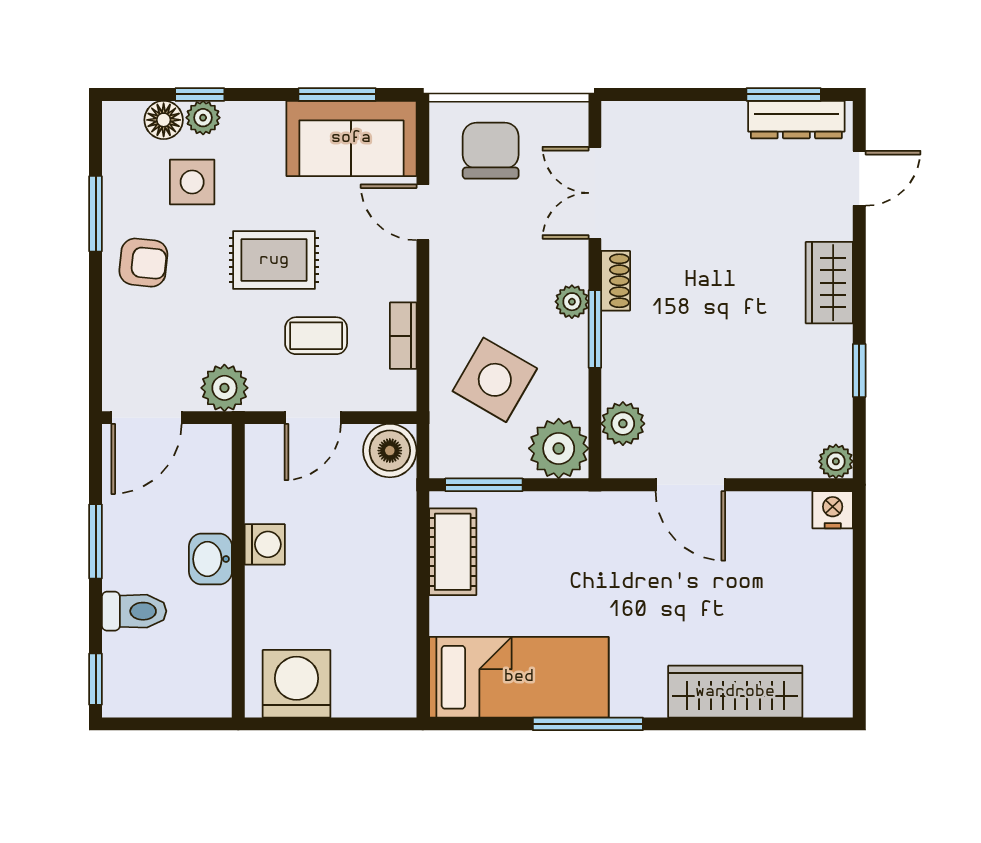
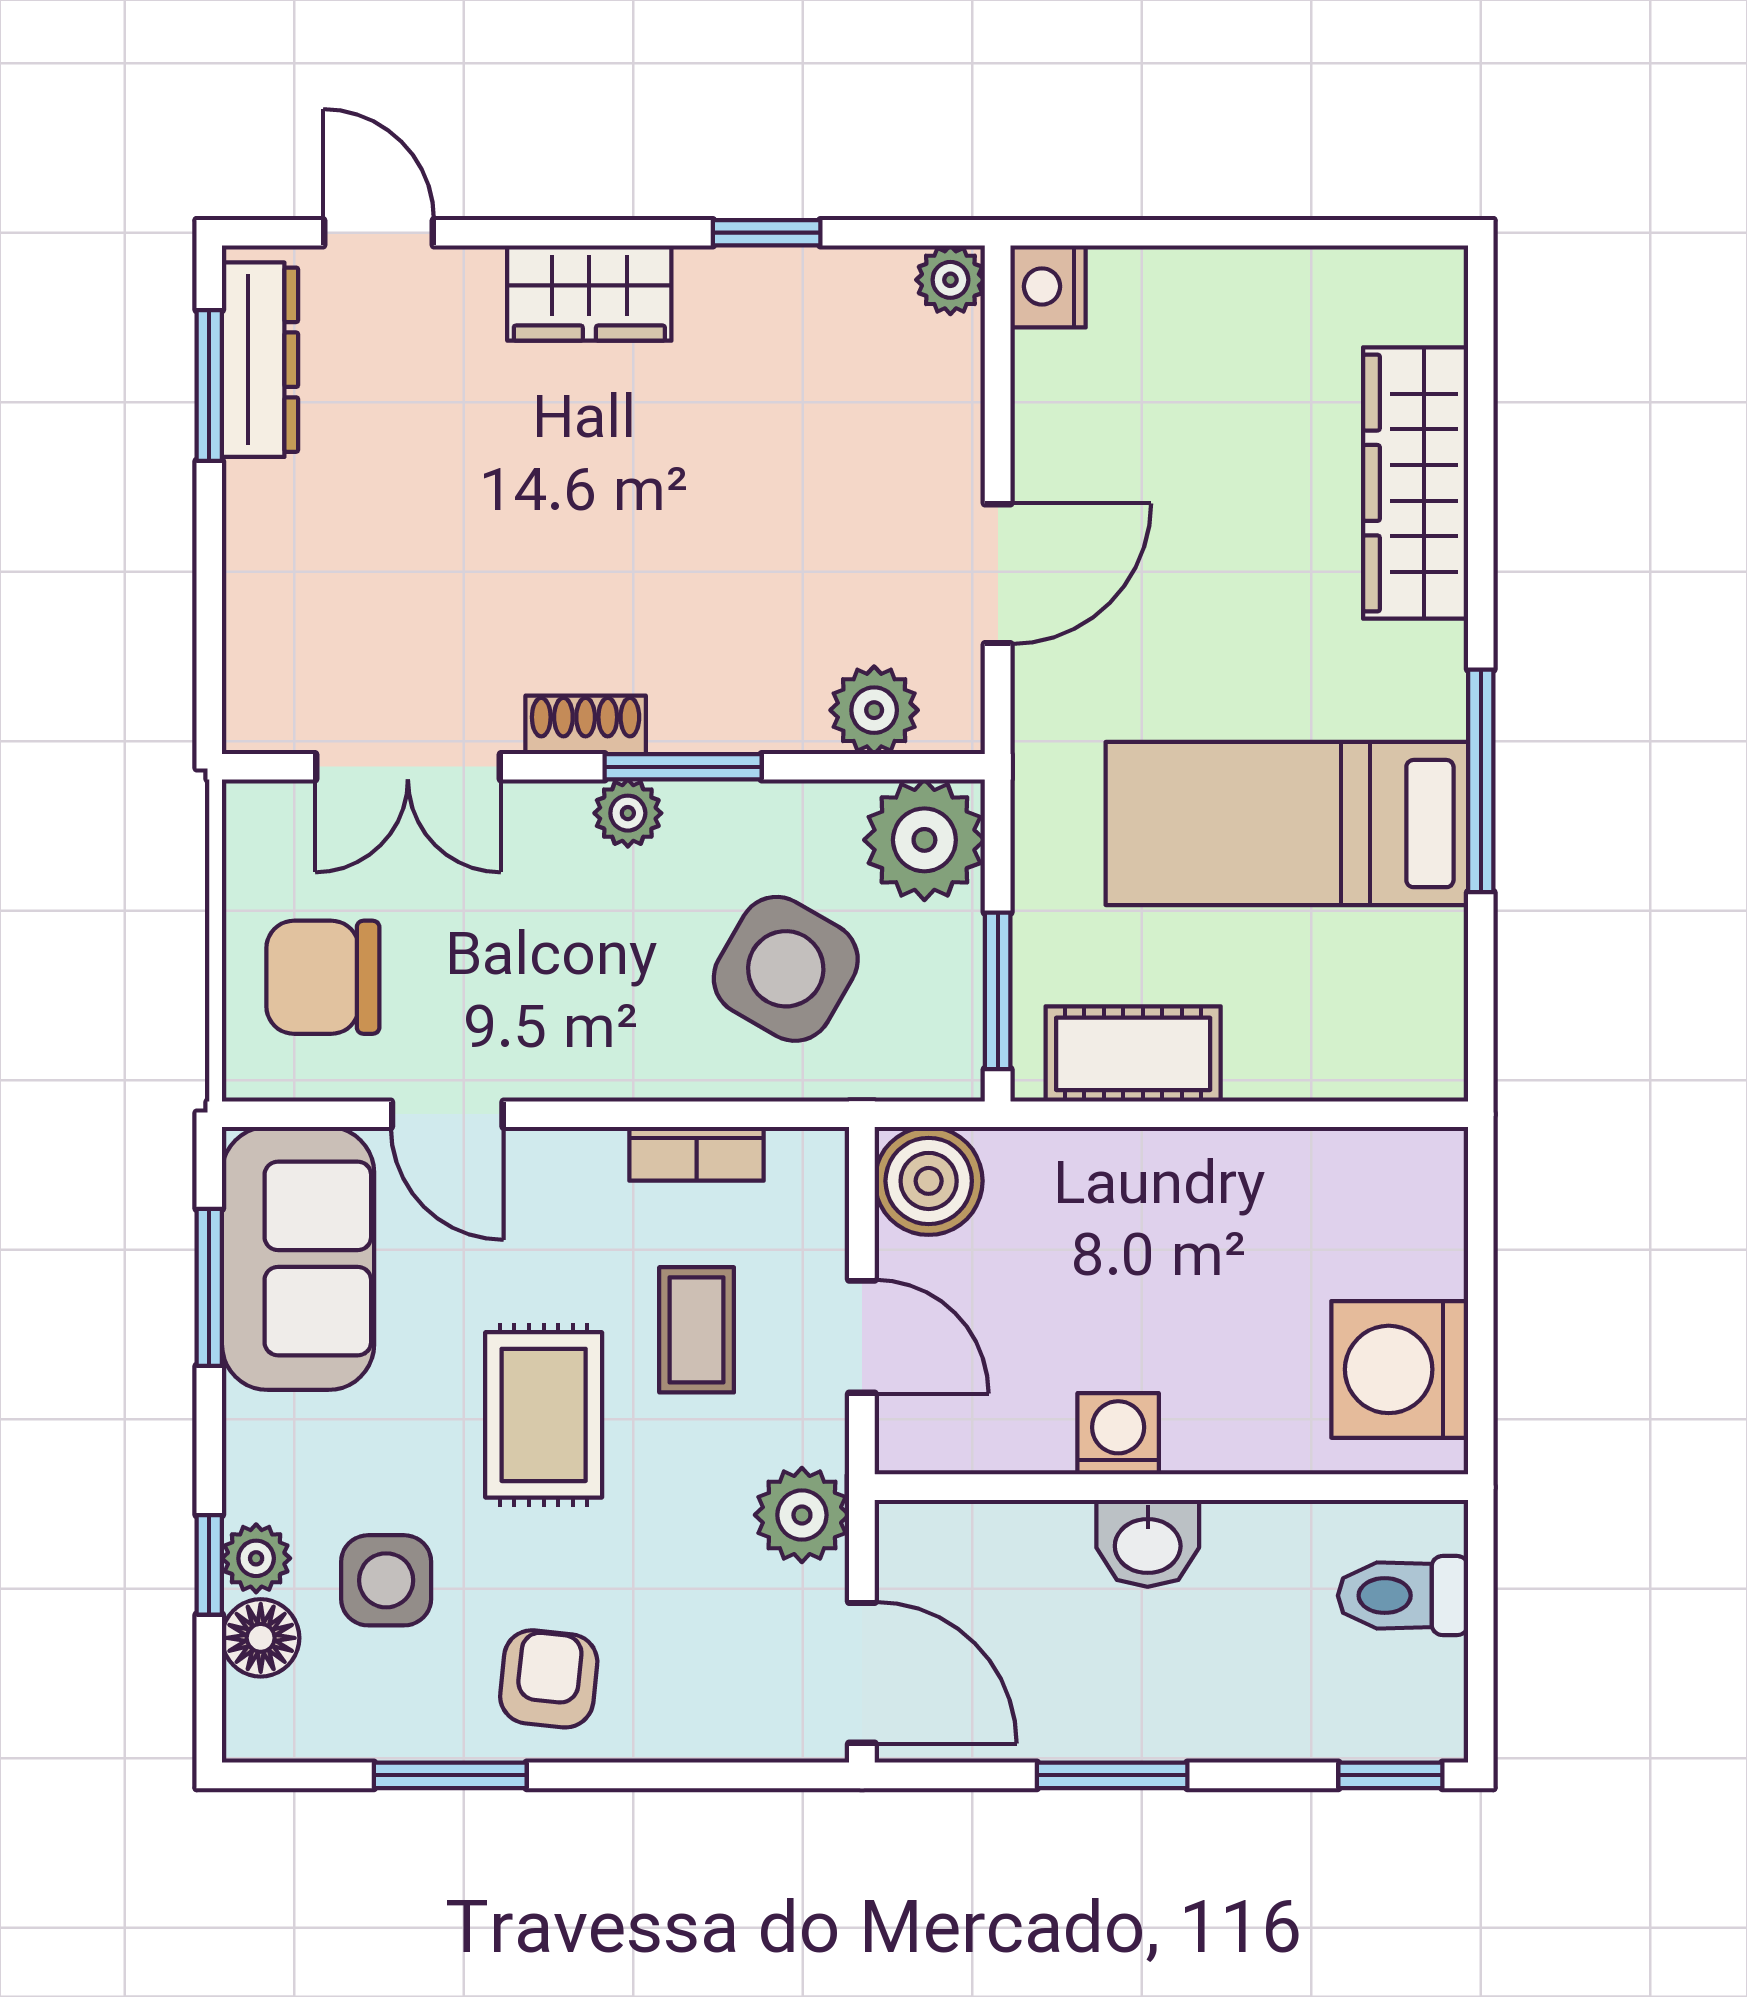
door: (423, 212) -> (447, 1114), hinge flipped
toilet: (134, 611) -> (1403, 1596), moved, turned -90
bed: (519, 677) -> (1287, 824), moved, turned -90

